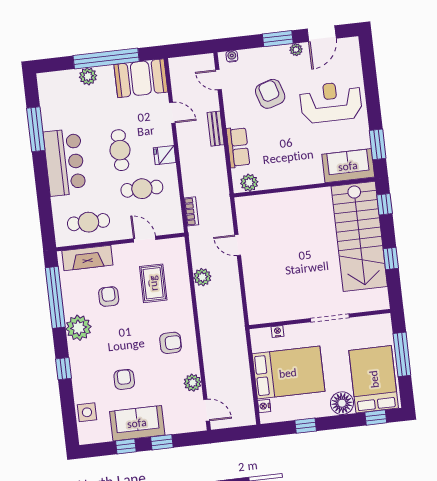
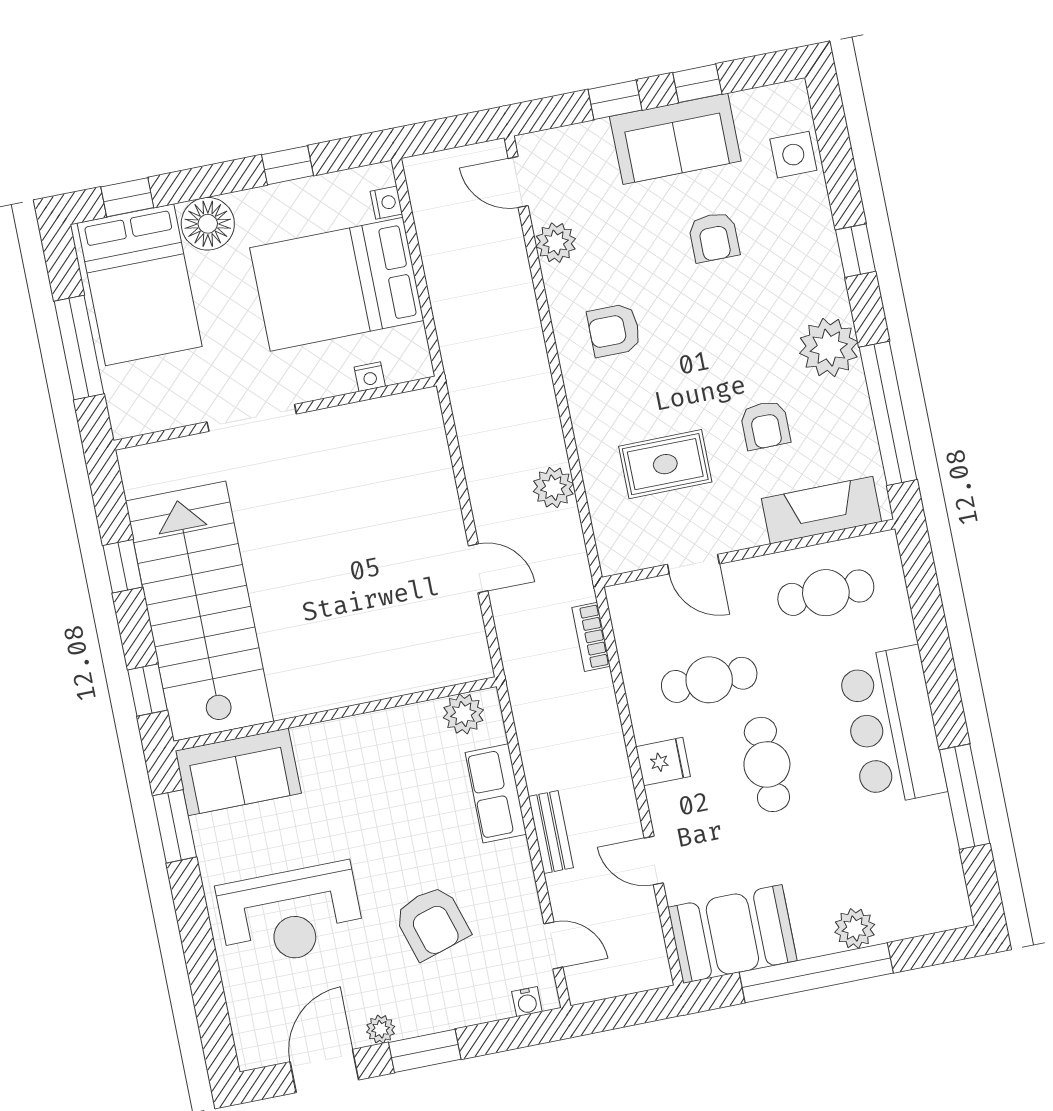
rug: (153, 283) -> (665, 464), turned 90

